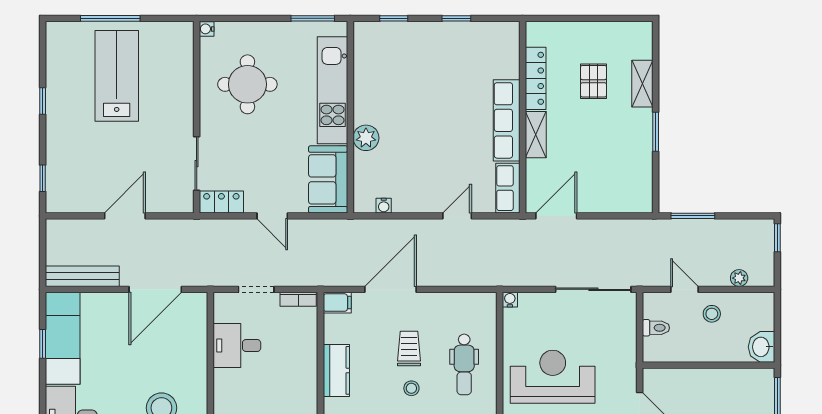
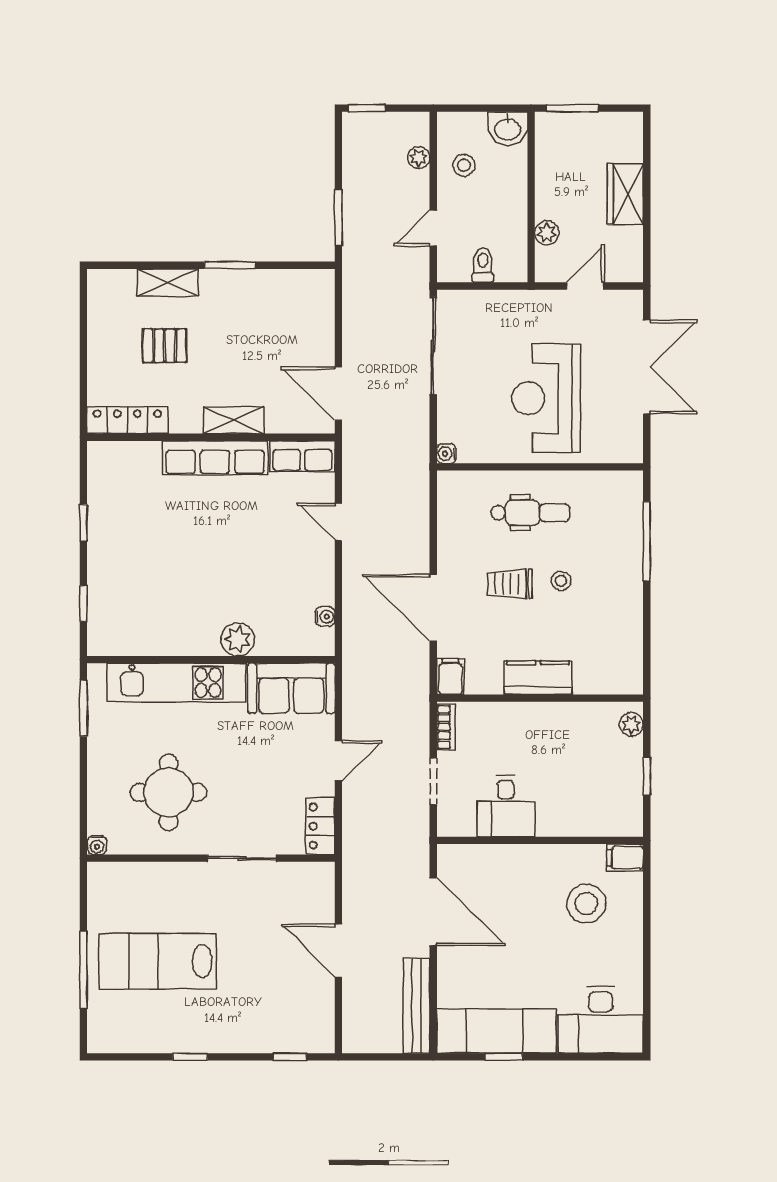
locker: (536, 78) -> (127, 420), moved
sliding door: (197, 164) -> (242, 858), moved
stool: (712, 314) -> (464, 165), moved
plant: (681, 377) -> (547, 233), added

